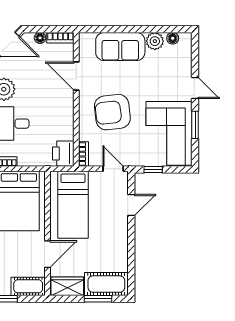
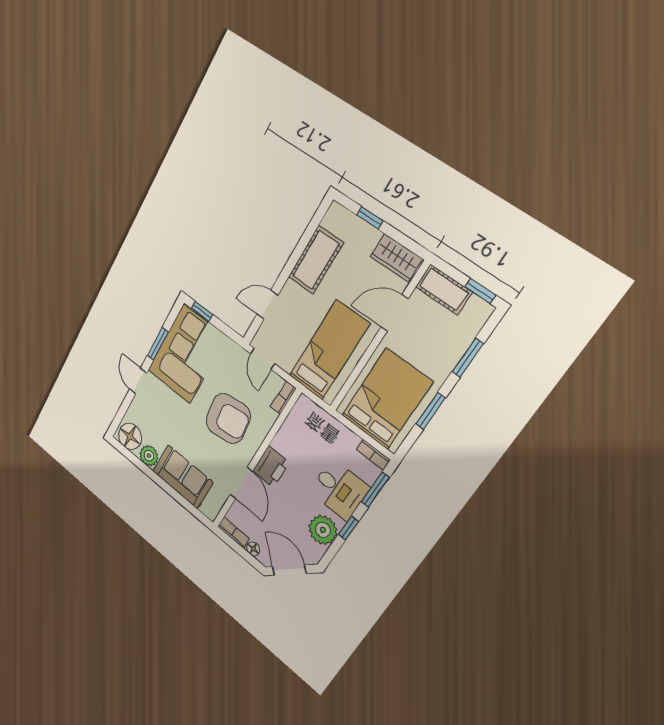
floor lamp: (173, 38) -> (130, 436), width x1.89, depth x1.89
printer: (63, 154) -> (271, 467), moved
window: (153, 170) -> (202, 311), moved
cot: (106, 284) -> (316, 260), moved, turned 90
window: (98, 299) -> (370, 218), width x0.67

